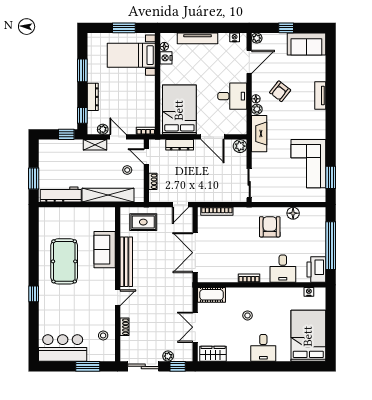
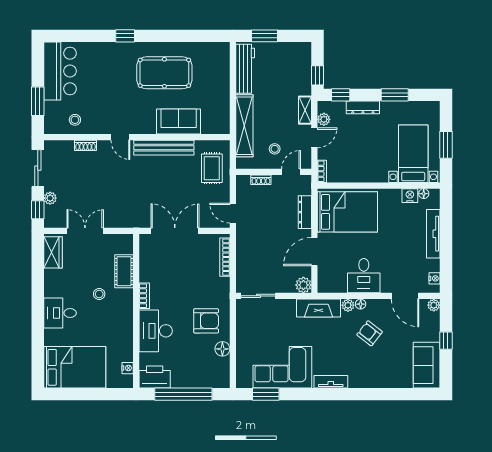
tv unit: (320, 96) -> (331, 382), moved
desk: (283, 269) -> (156, 331), width x1.37
cot: (212, 295) -> (124, 271), moved

